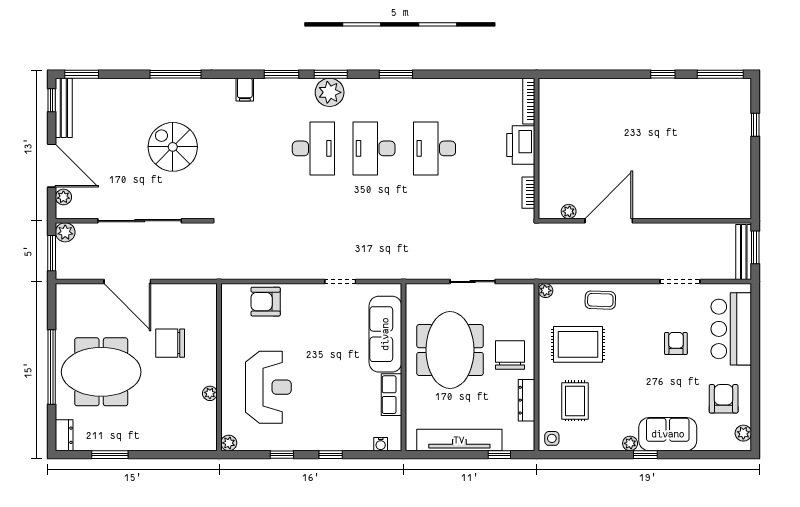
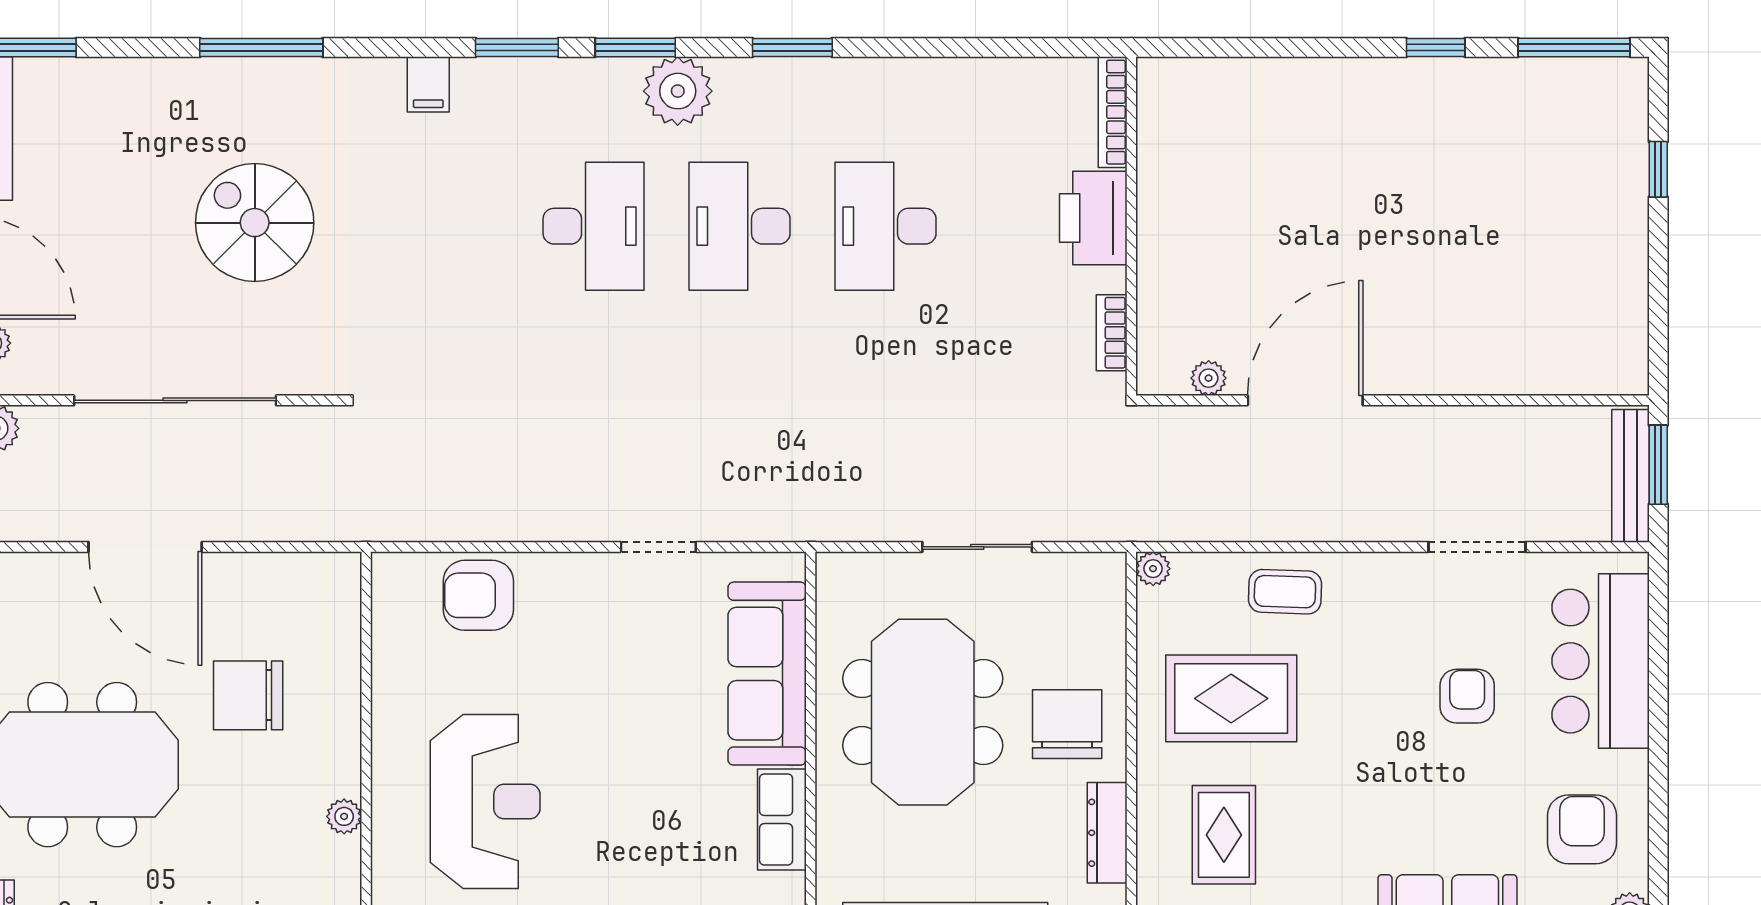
plant: (330, 92) -> (678, 91), moved

